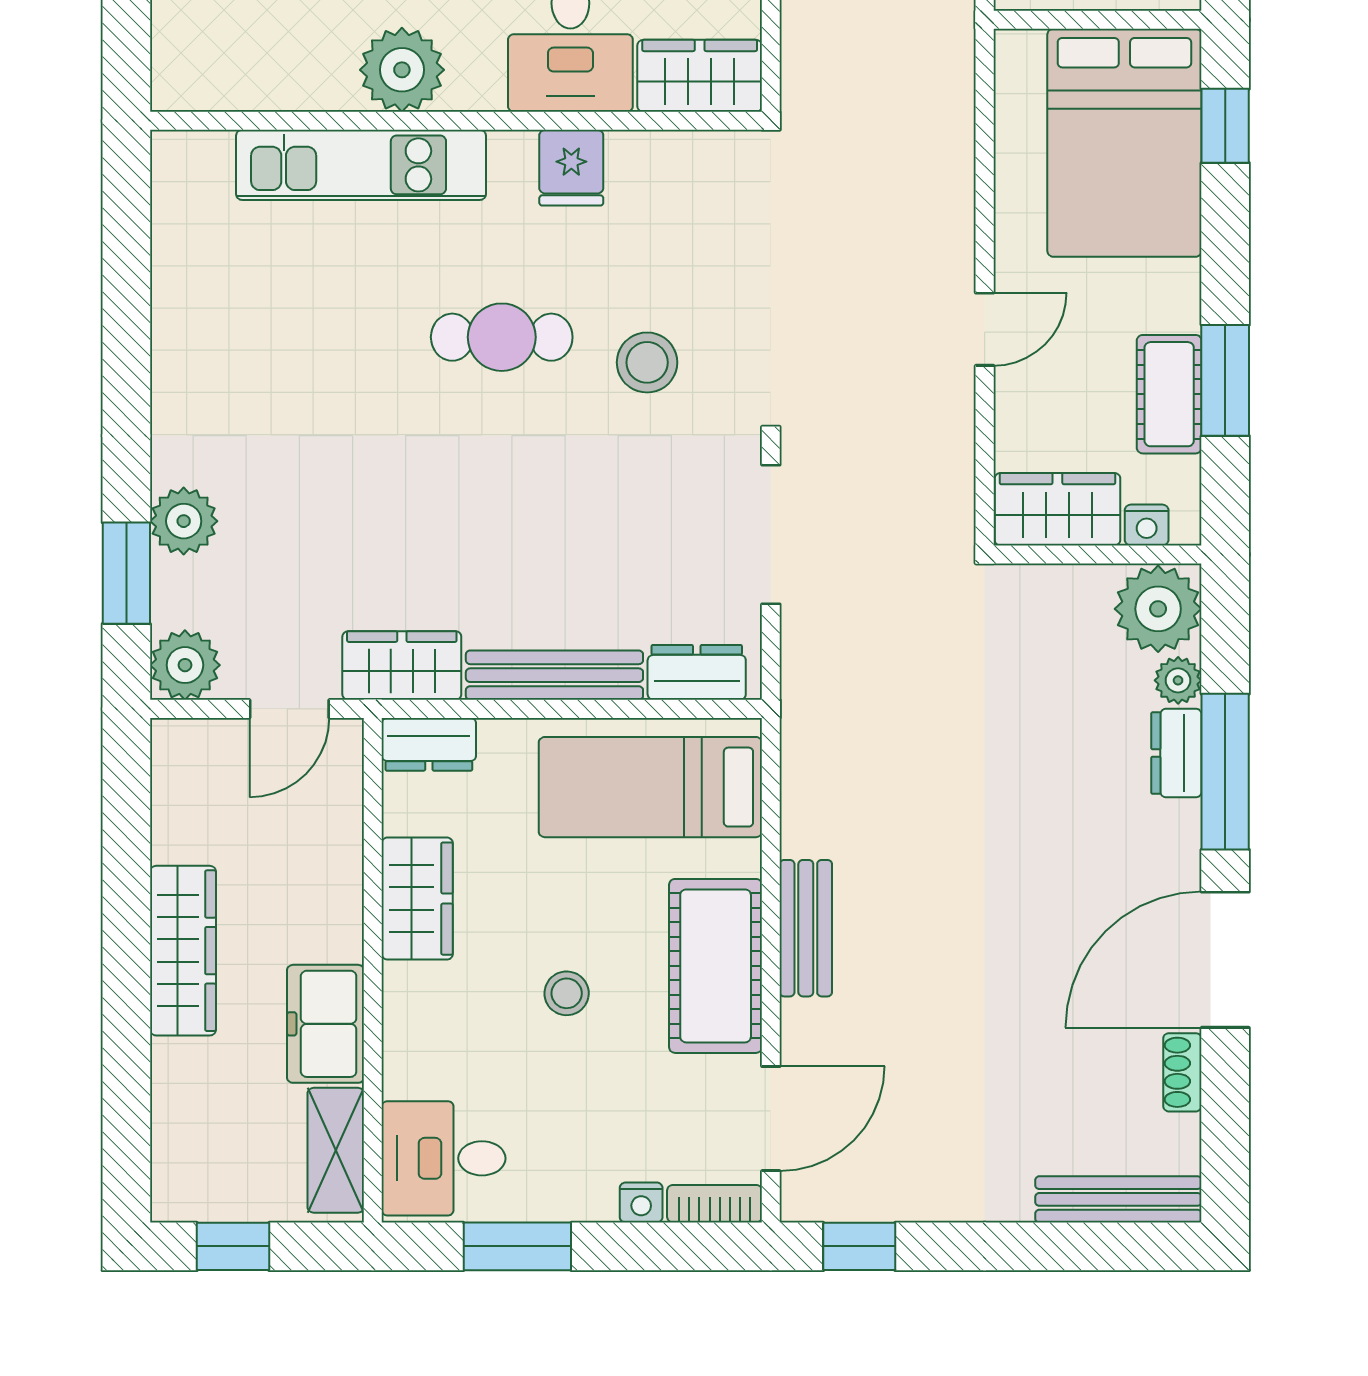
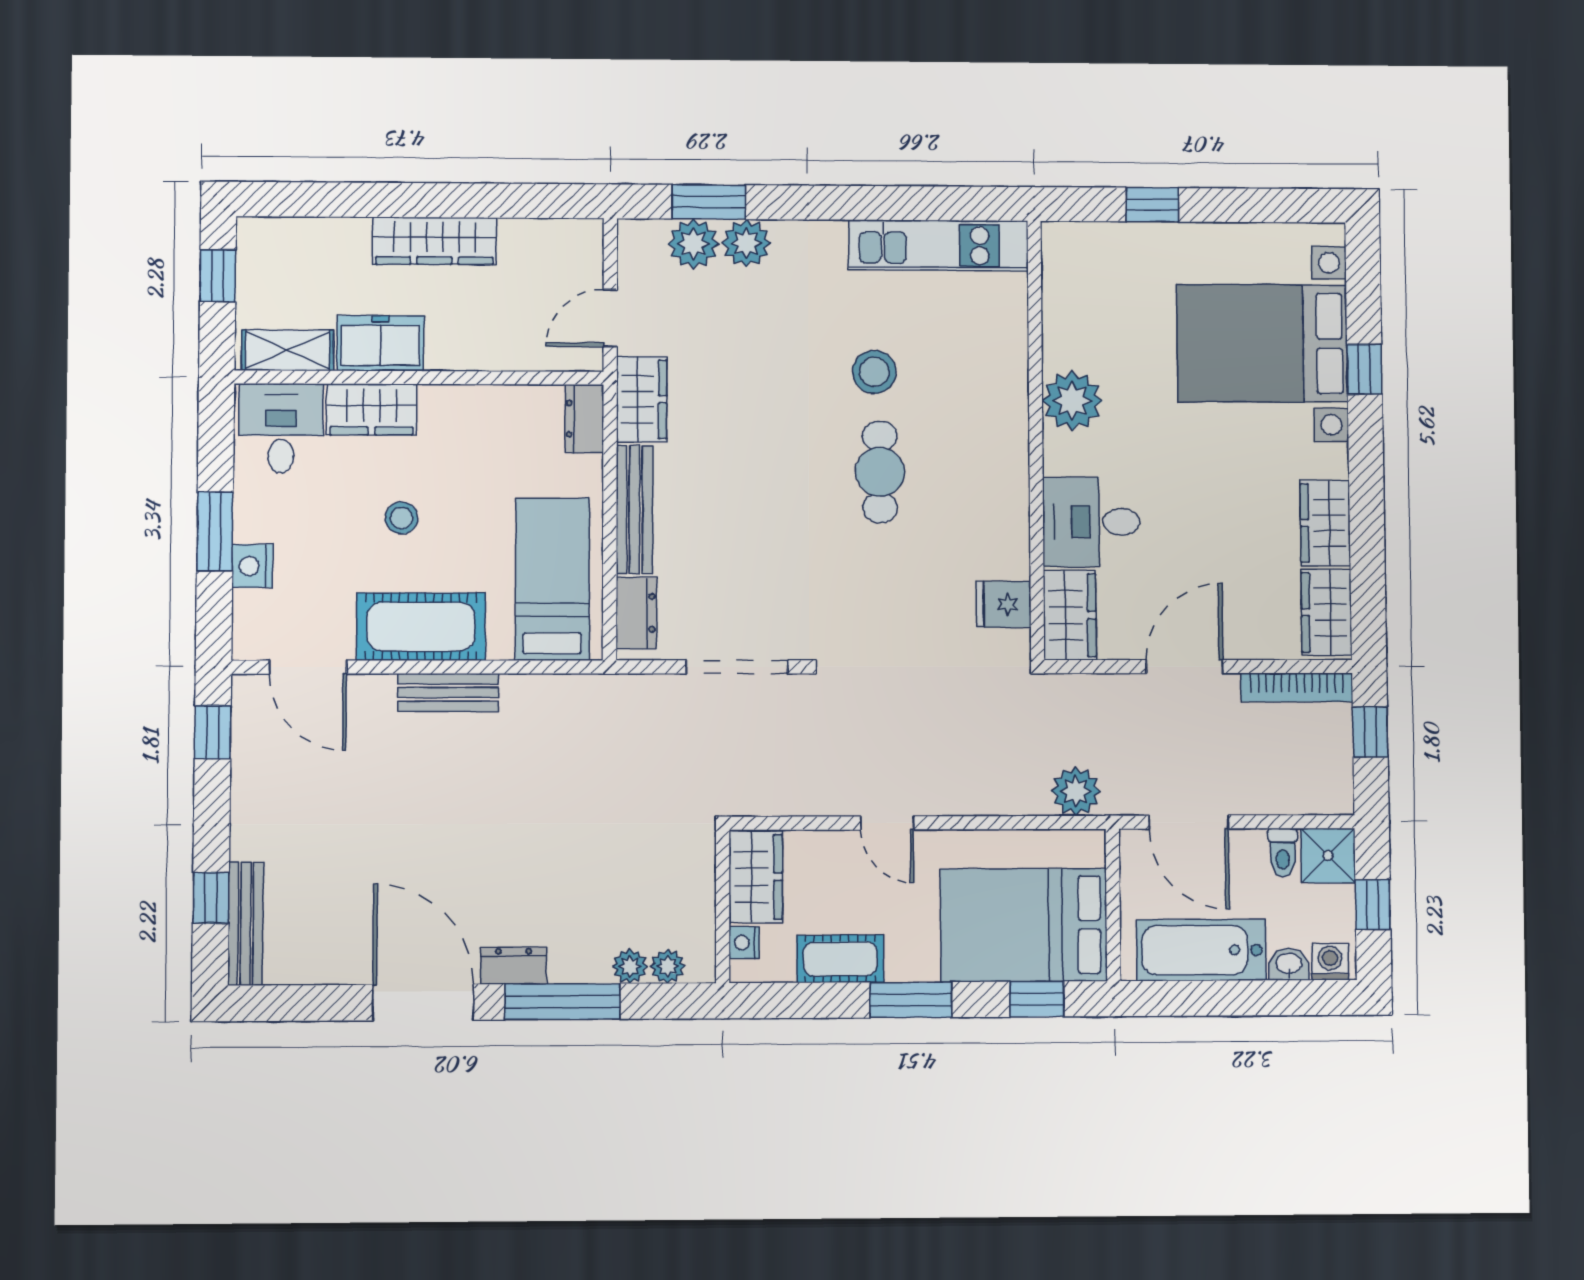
plant: (942, 70) -> (1076, 791), added
kitchen unit: (361, 165) -> (938, 245), moved, turned -90
fridge: (571, 168) -> (1003, 604), moved
stool: (647, 362) -> (874, 372), moved
window: (1225, 380) -> (911, 1000), moved
plant: (1158, 609) -> (668, 966), width x0.53, depth x0.53
plant: (185, 665) -> (693, 244), moved
door: (289, 709) -> (610, 318), hinge flipped
dresser: (1176, 753) -> (514, 966), moved
wardrobe: (417, 899) -> (372, 409), moved
shoe rack: (1182, 1072) -> (340, 971), removed
nightstand: (641, 1203) -> (252, 566), width x1.39, depth x1.35
bookcase: (715, 1204) -> (246, 626), removed
window: (517, 1246) -> (215, 531), moved
window: (1083, 1246) -> (211, 898), added

